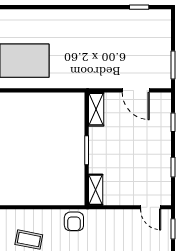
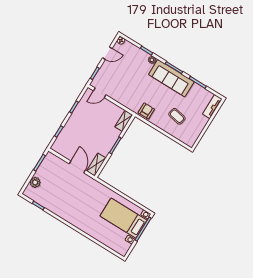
plant: (163, 35) -> (35, 182), added
door: (136, 90) -> (77, 167), moved
door: (151, 207) -> (100, 93), swing flipped

